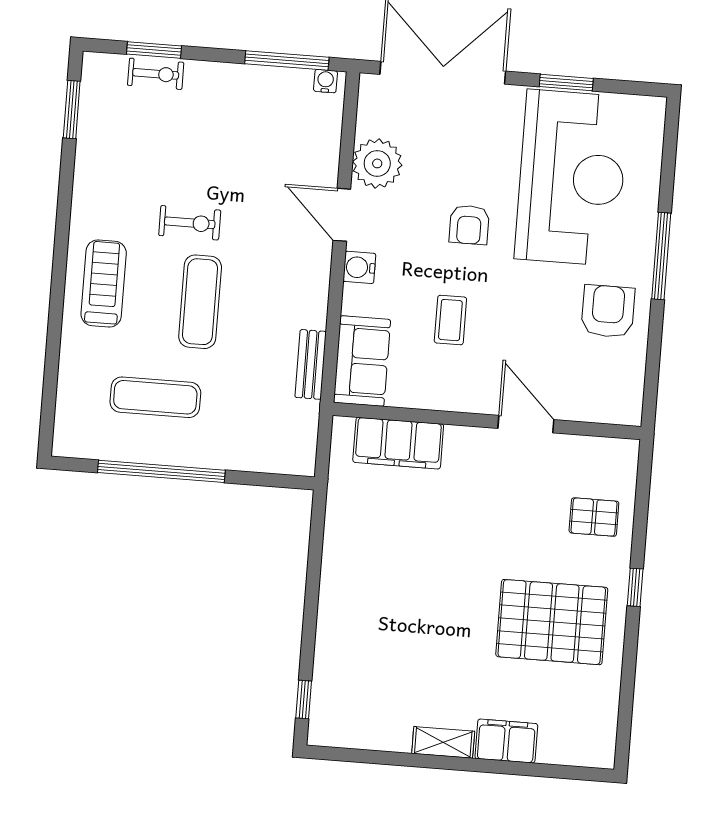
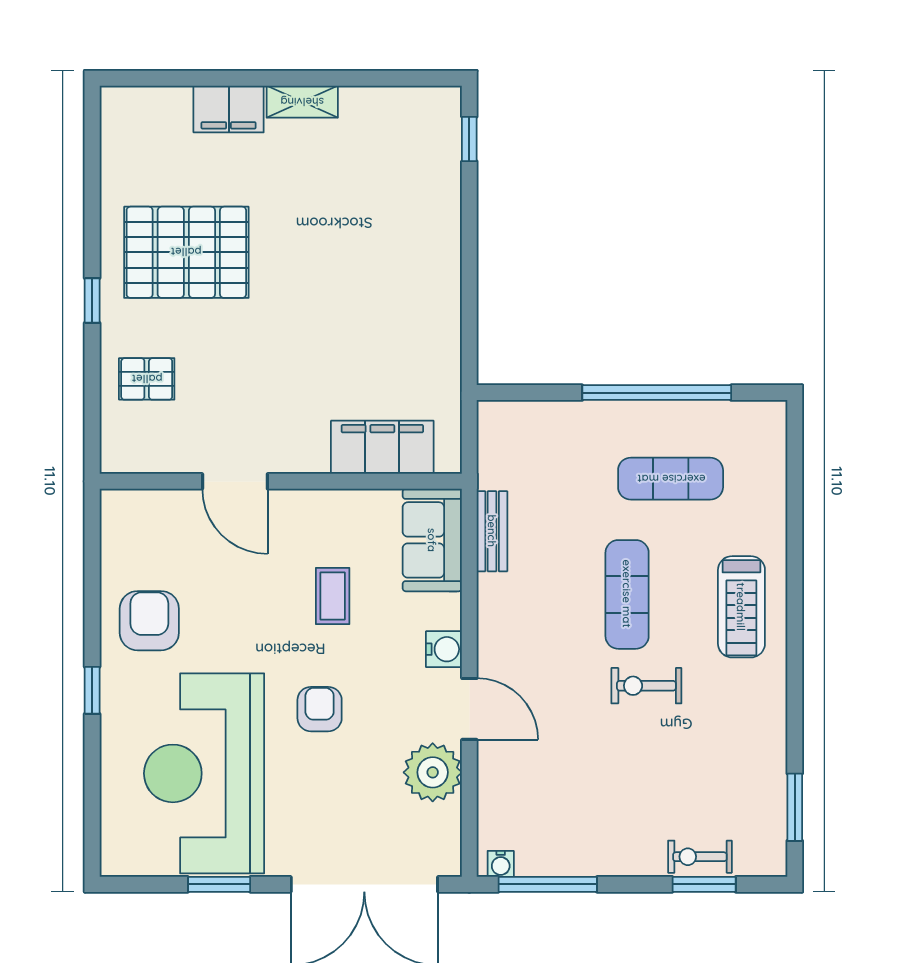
window: (661, 256) -> (92, 690), width x0.46
armchair: (608, 311) -> (149, 621), turned 180

